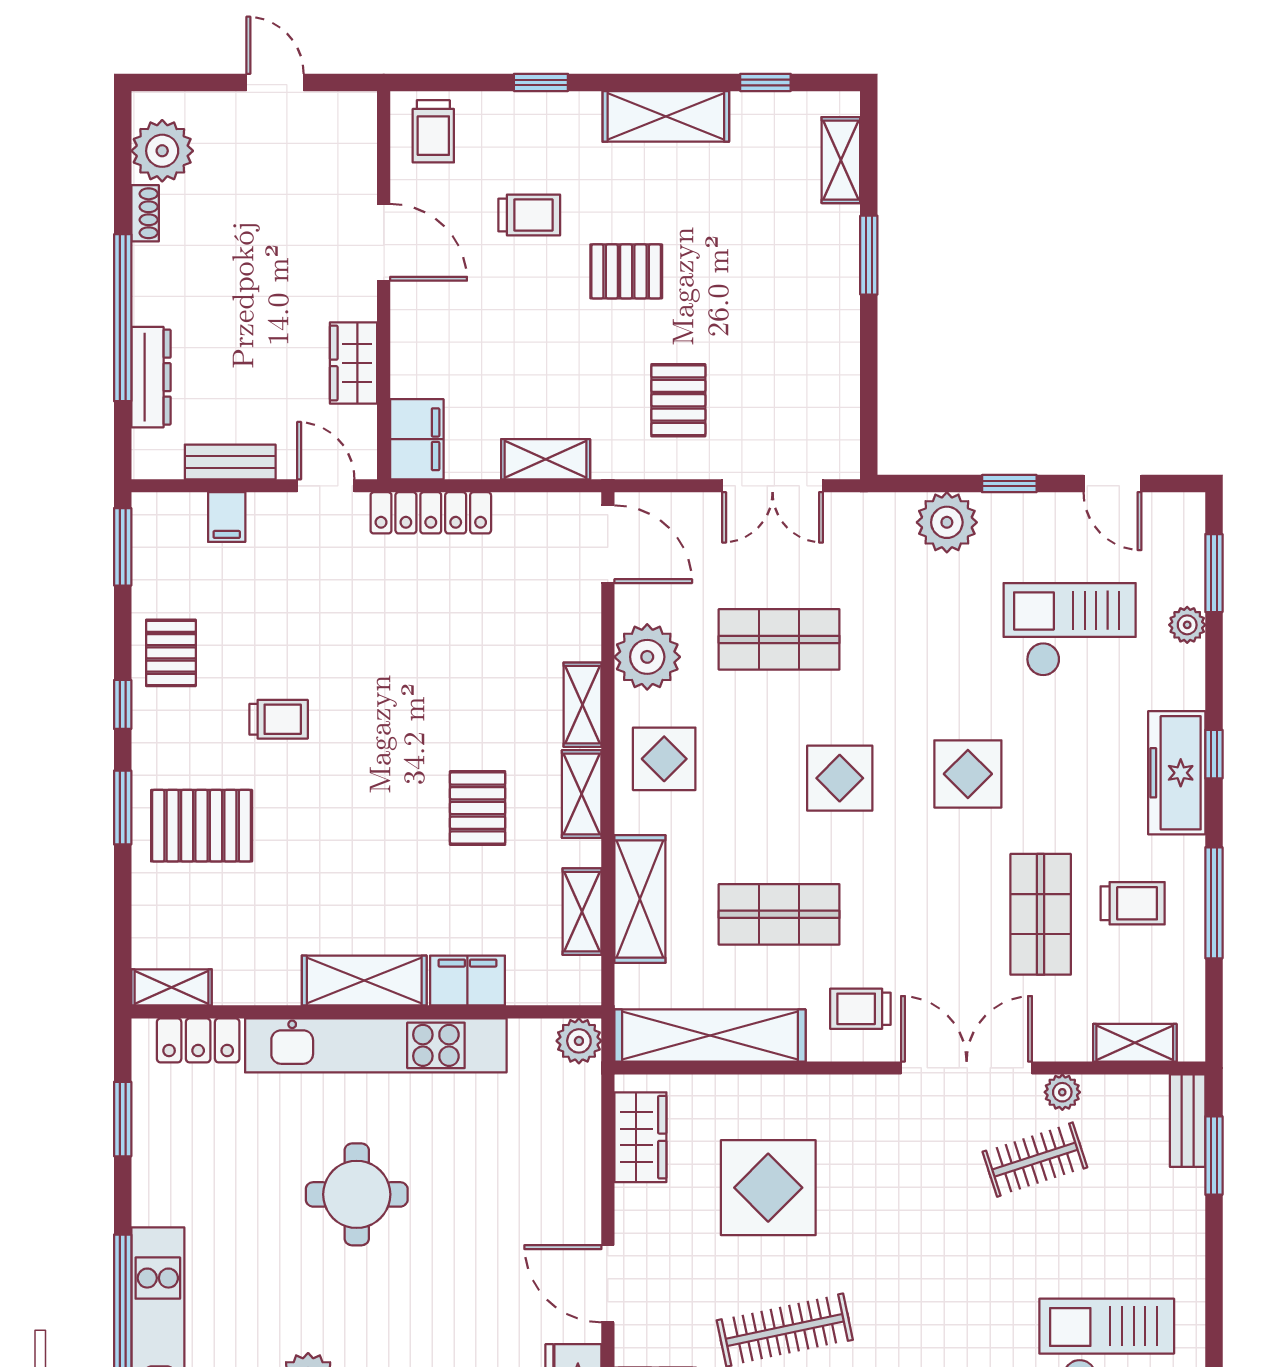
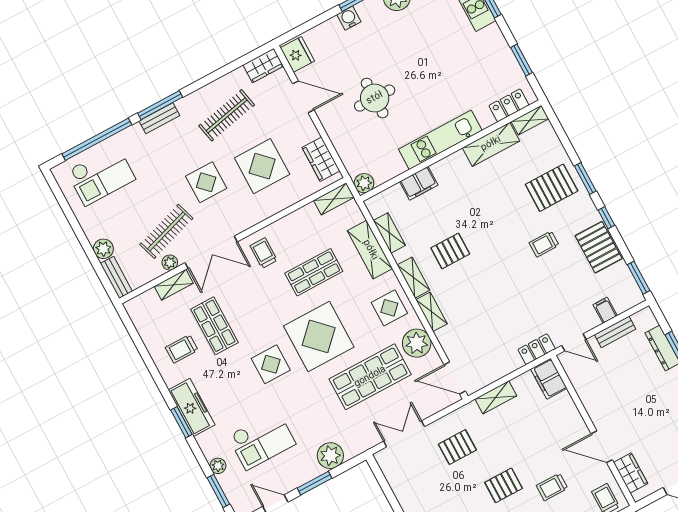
wardrobe: (354, 363) -> (631, 473), moved
pallet: (678, 400) -> (457, 447), turned 90
window: (1009, 484) -> (314, 483), width x1.50
locker: (431, 513) -> (537, 349), width x0.66
shop shelf: (779, 639) -> (370, 377), width x1.43, depth x1.36
pallet: (171, 653) -> (599, 247), width x1.50, depth x1.42
window: (1214, 754) -> (181, 422), width x1.50
display table: (840, 778) -> (319, 336), width x1.86, depth x1.86
pallet: (478, 808) -> (450, 251), turned 90
window: (1214, 903) -> (151, 366), removed
shelving: (364, 980) -> (491, 144), moved
trolley: (860, 1009) -> (264, 253), turned -90
shelving: (710, 1035) -> (334, 199), width x0.45, depth x0.75
shelving: (1135, 1043) -> (174, 285), moved
kitchen unit: (376, 1045) -> (440, 140), width x0.73
window: (1214, 1156) -> (99, 270), removed
clothes rail: (1035, 1160) -> (166, 231), width x1.36
plant: (1182, 1193) -> (103, 249), added
round table: (357, 1194) -> (375, 98), moved
display table: (900, 1216) -> (206, 182), added

